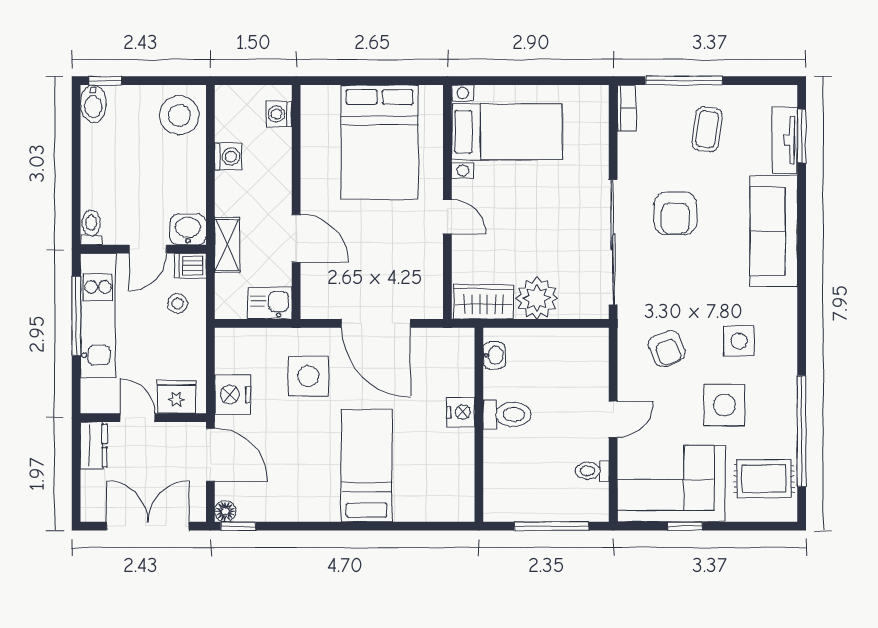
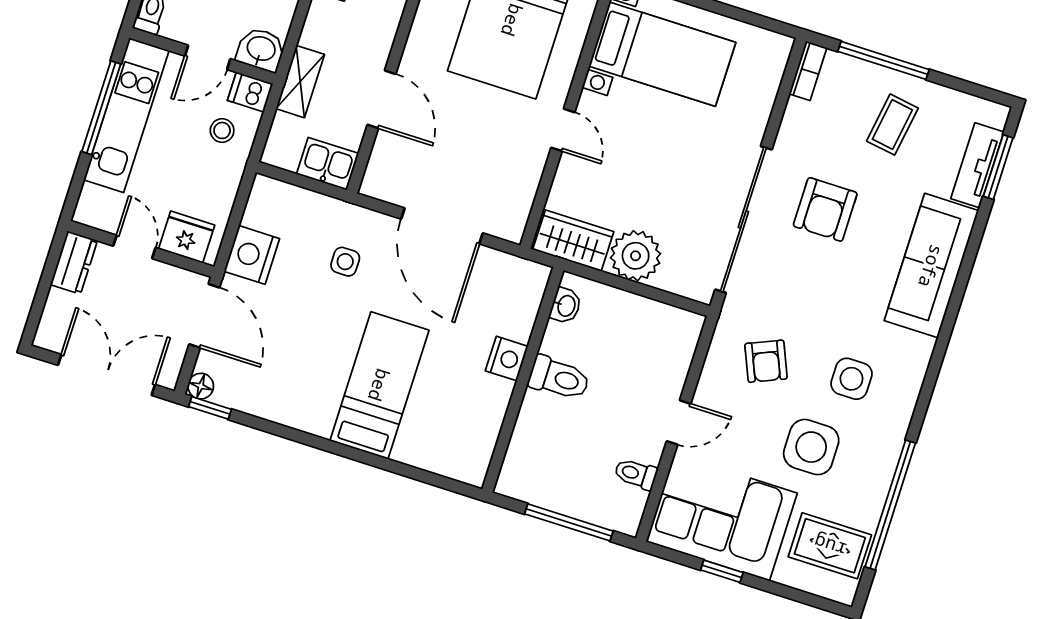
side table: (308, 376) -> (345, 262), width x0.54, depth x0.54

